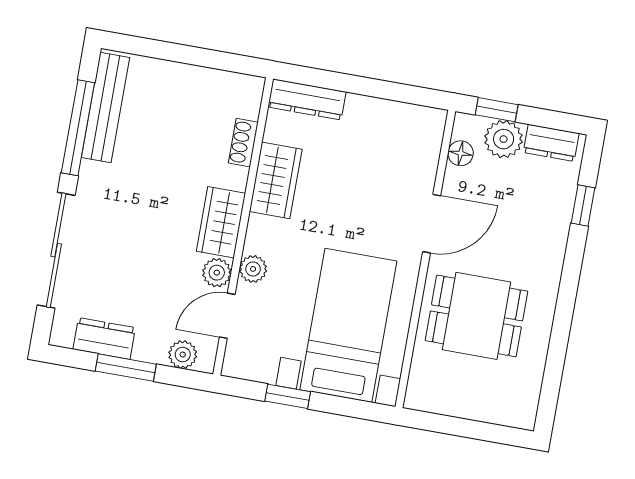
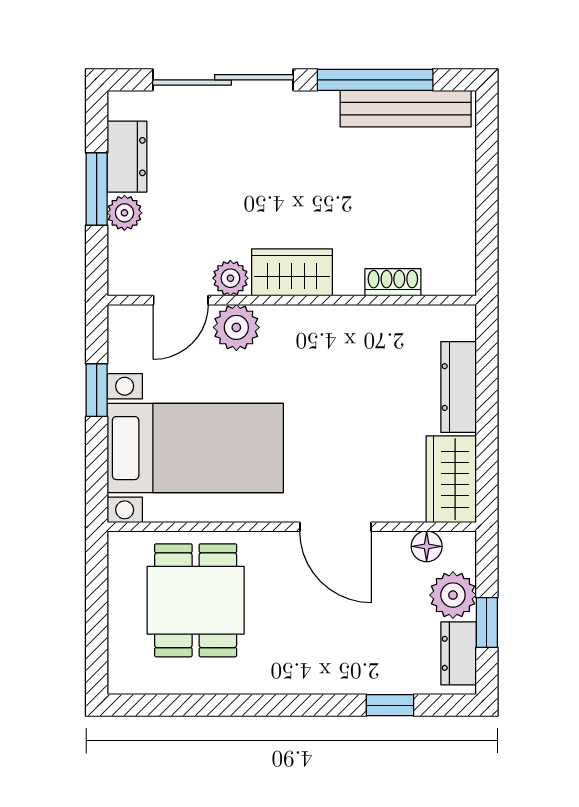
dresser: (307, 99) -> (459, 387), moved
window: (497, 110) -> (487, 622), moved
wardrobe: (276, 180) -> (451, 479), moved, turned 90
plant: (253, 269) -> (236, 327), width x1.38, depth x1.38
door: (227, 316) -> (181, 300), swing flipped
dining table: (476, 316) -> (196, 600), moved
plant: (183, 355) -> (124, 213), moved

